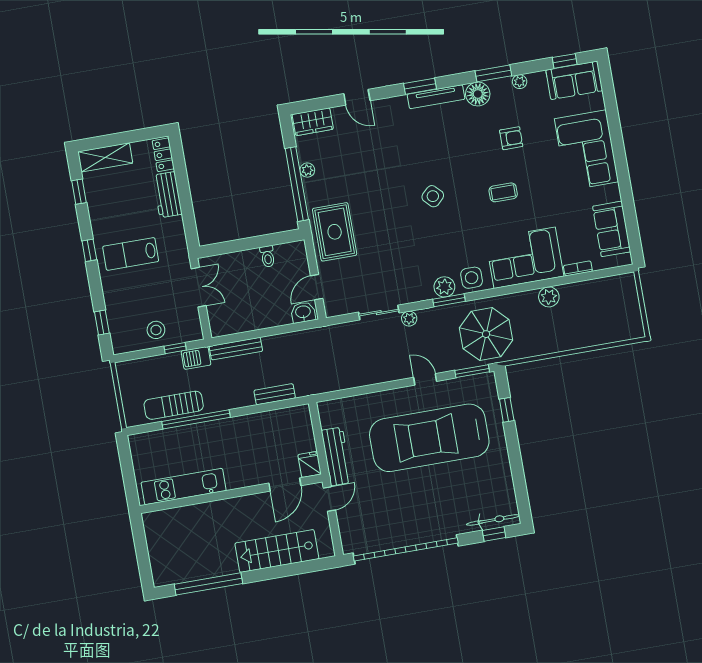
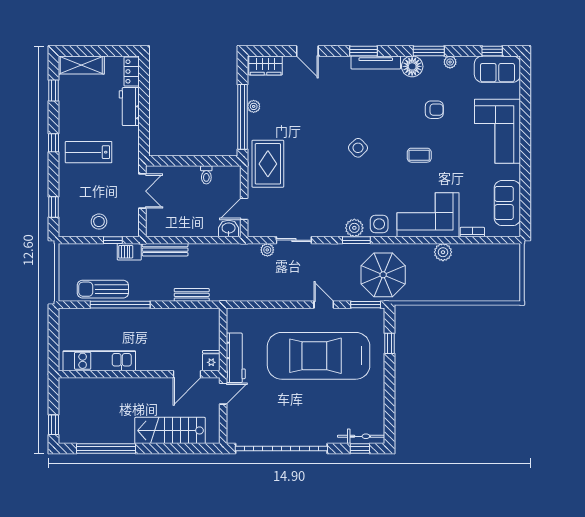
plant: (409, 319) -> (267, 250), moved
window: (145, 567) -> (53, 425), added

